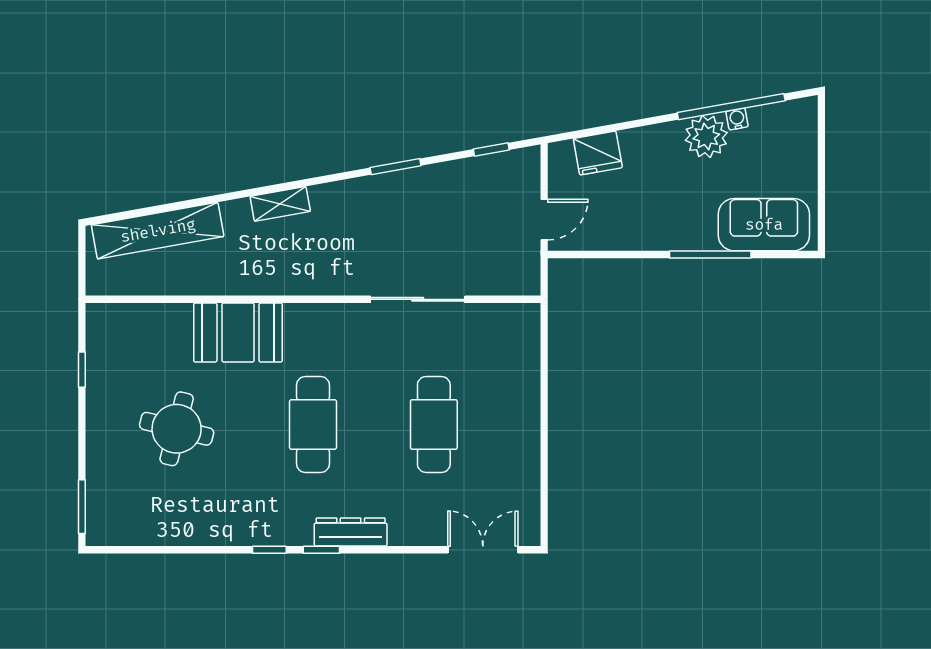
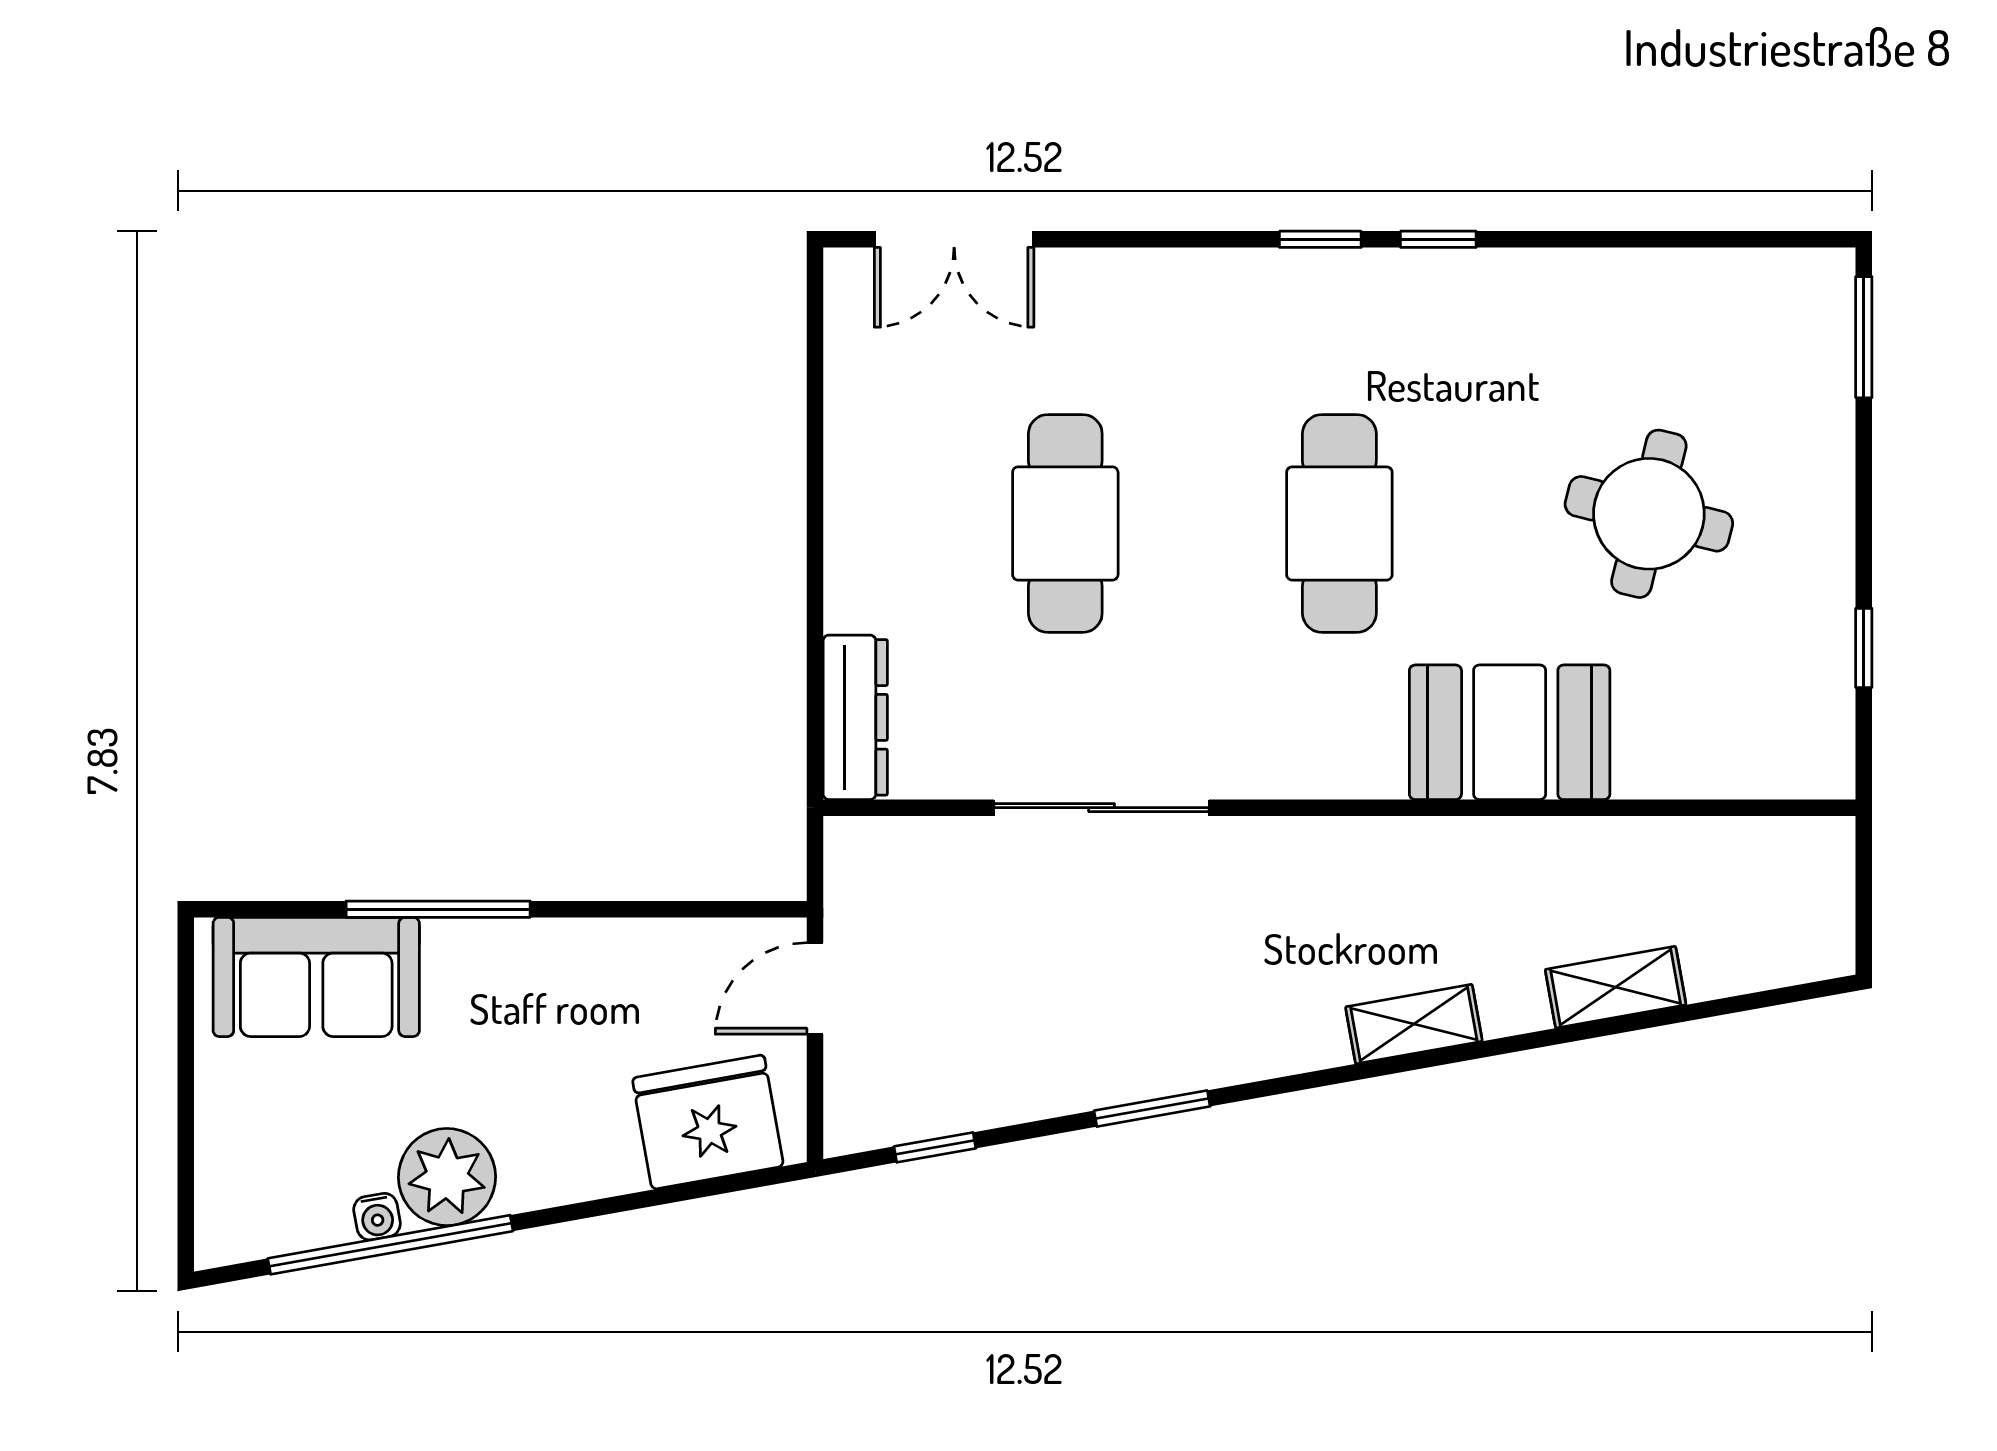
fridge: (598, 153) -> (708, 1122), width x1.36, depth x1.34
shelving: (158, 231) -> (1616, 987), width x0.45, depth x0.75
dresser: (351, 532) -> (855, 717), moved, turned -90

